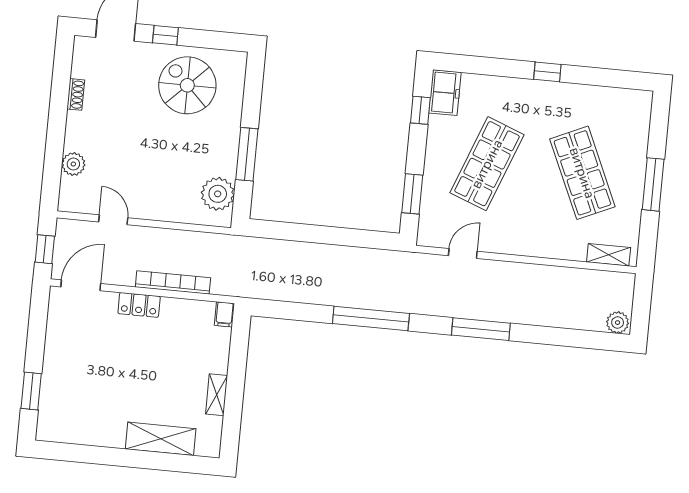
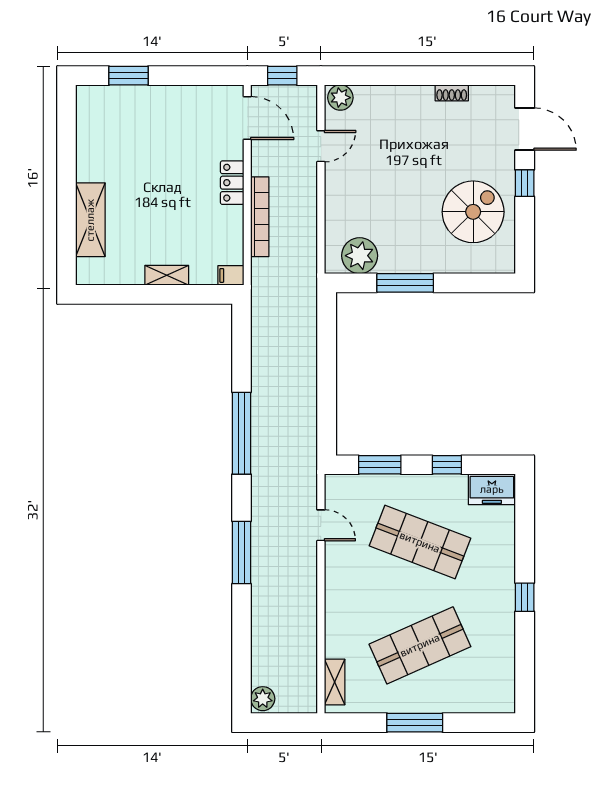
window: (420, 110) -> (447, 465), moved
plant: (73, 164) -> (340, 98), moved
shelving: (217, 395) -> (167, 275), moved

